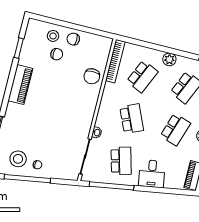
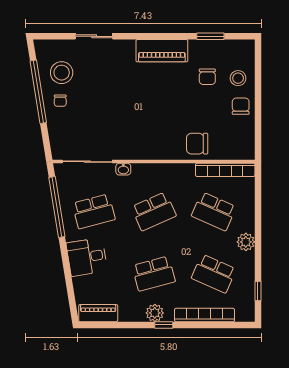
chair: (57, 54) -> (207, 77), moved
school desk: (175, 130) -> (154, 274), turned -33

